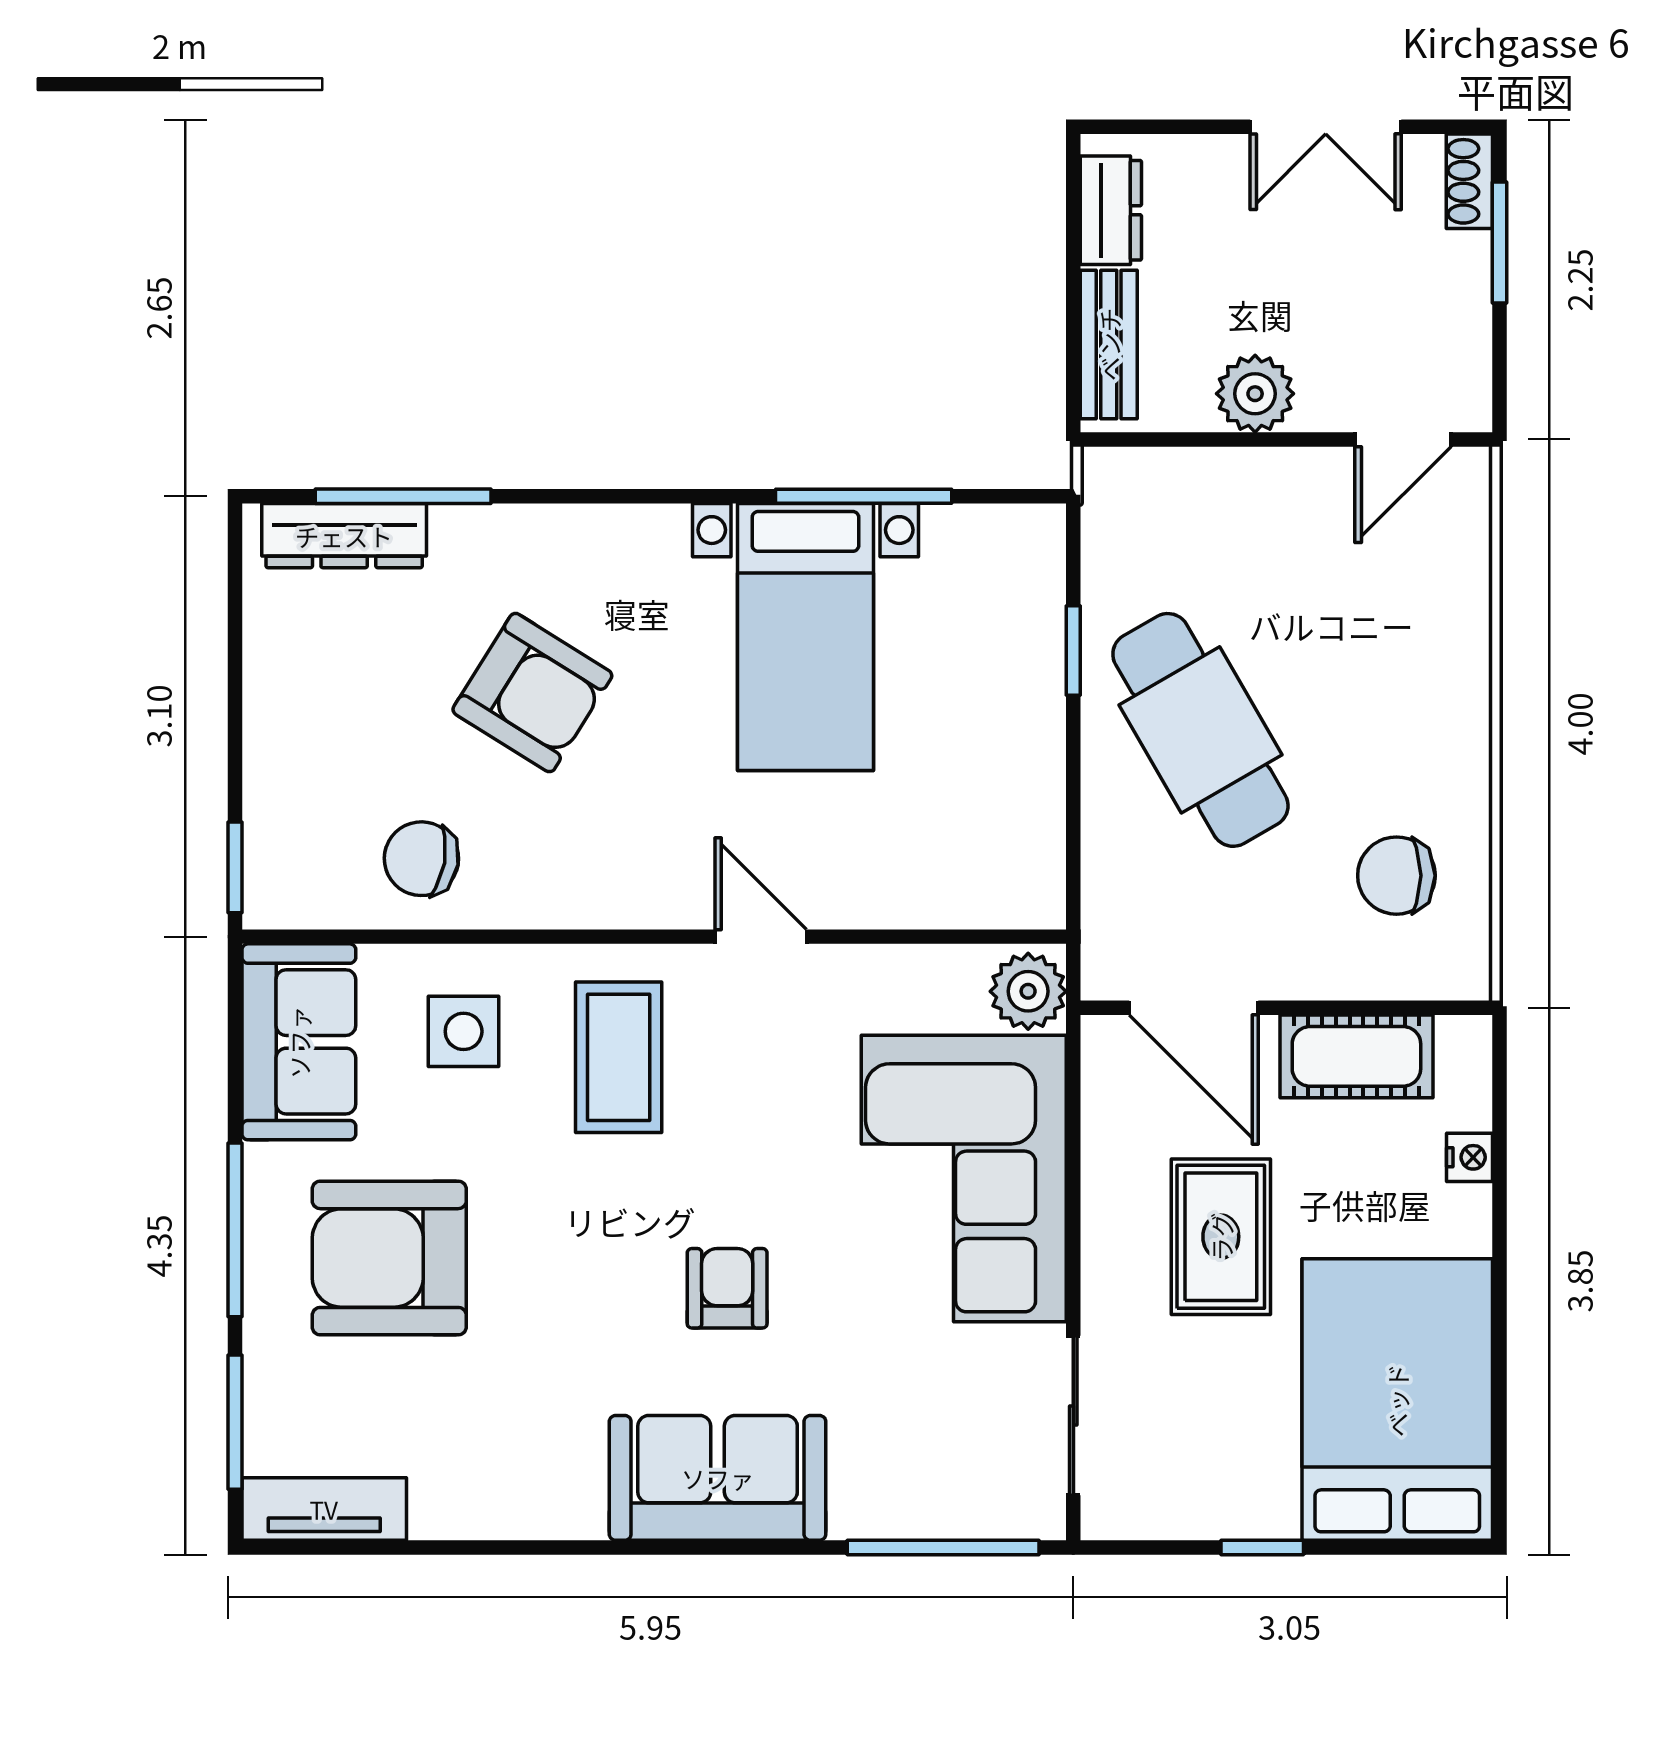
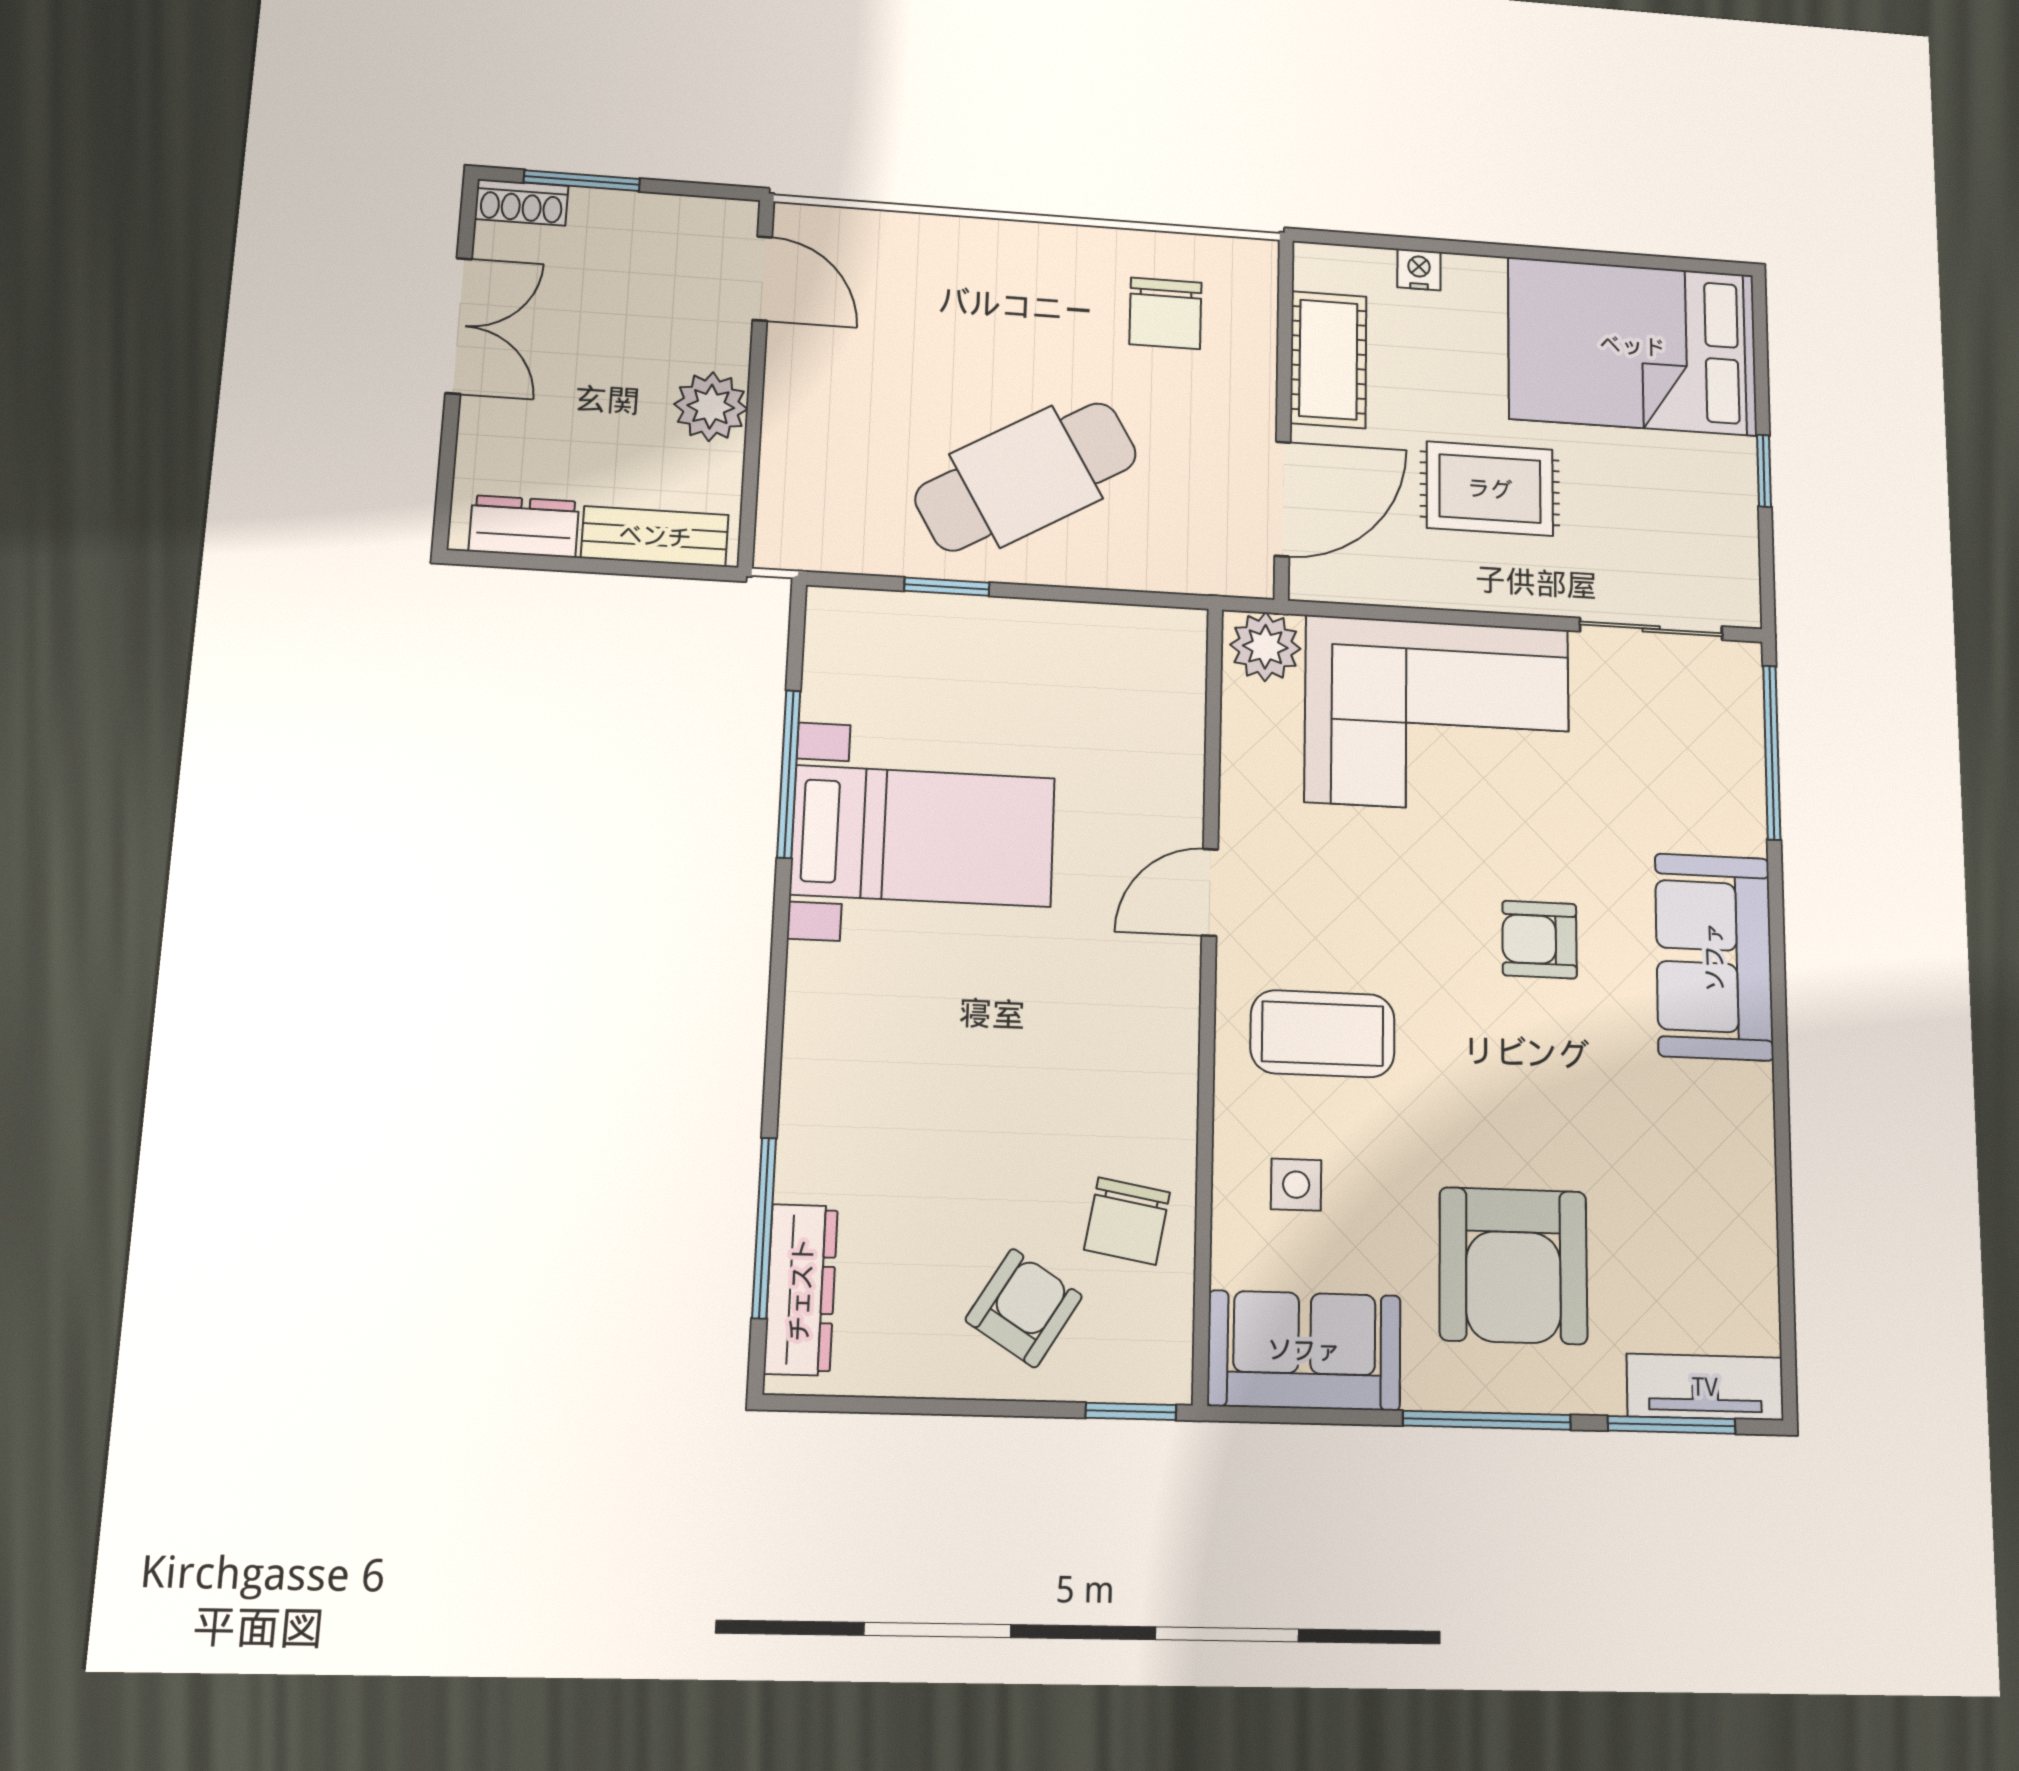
armchair: (532, 693) -> (1024, 1308), moved, width x0.72, depth x0.72
side table: (464, 1031) -> (1296, 1185), width x0.73, depth x0.73
tv unit: (324, 1509) -> (1705, 1387), moved, turned 90

